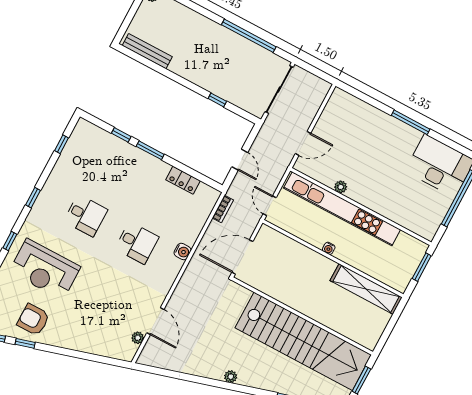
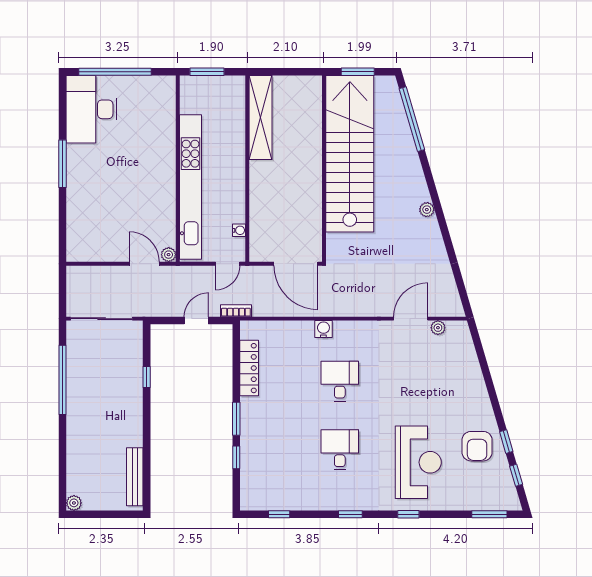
locker: (183, 180) -> (249, 368), width x1.53
plant: (341, 187) -> (169, 255), moved
bookcase: (223, 209) -> (236, 311), moved
water cooler: (329, 248) -> (239, 230), moved

